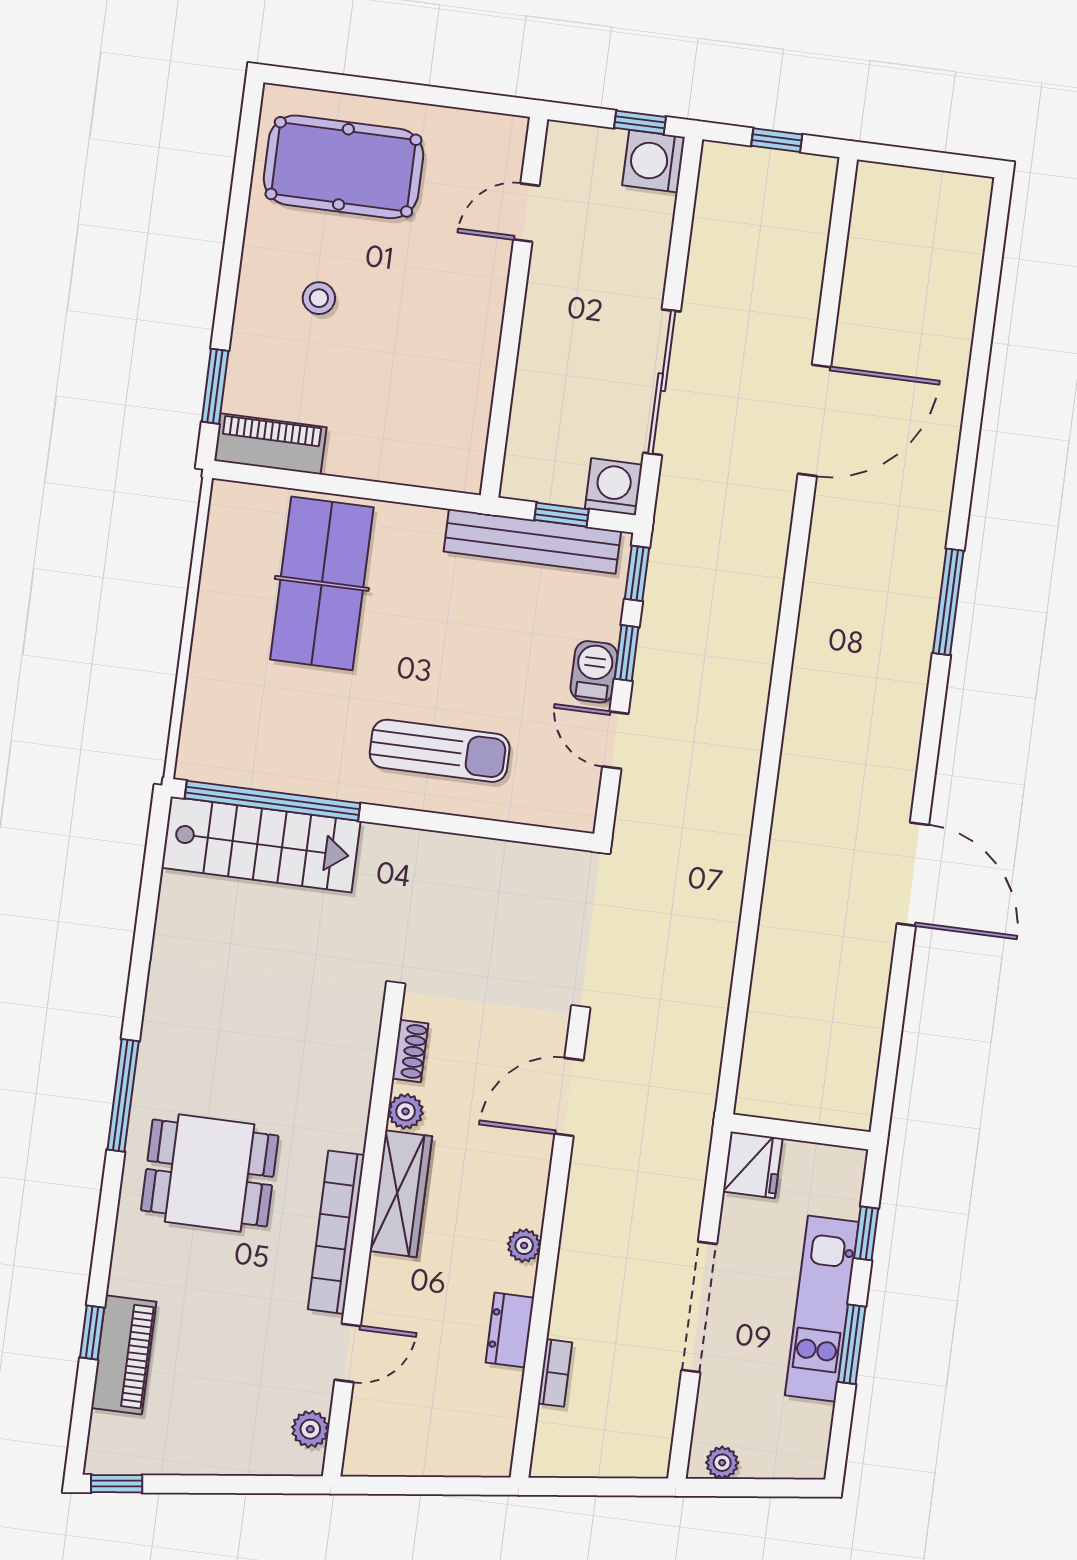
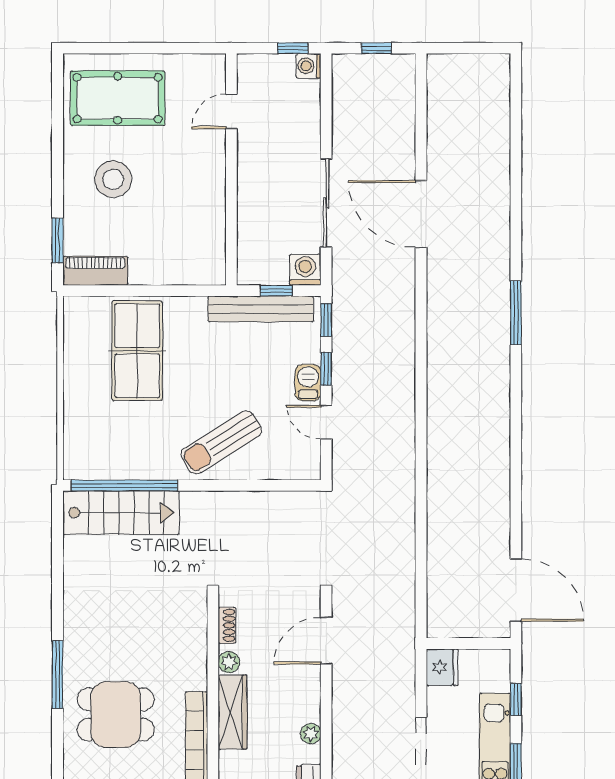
washing machine: (654, 161) -> (309, 66), width x0.73, depth x0.73
stool: (319, 298) -> (113, 179), width x1.89, depth x1.89
door: (814, 420) -> (421, 214), swing flipped
sun lounger: (440, 751) -> (221, 442), turned 148
door: (913, 874) -> (516, 590), moved

